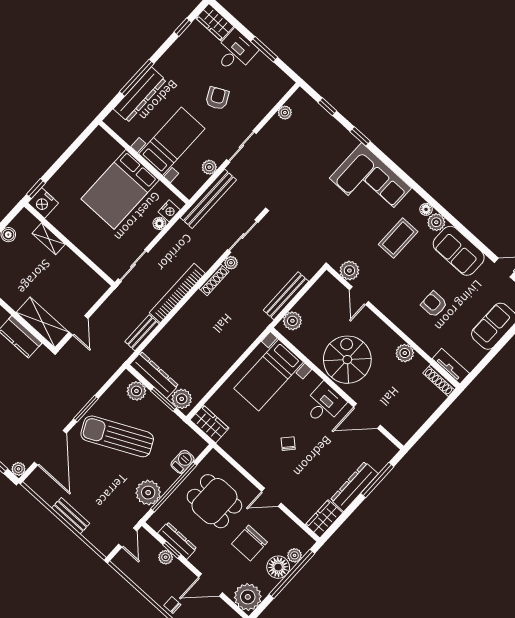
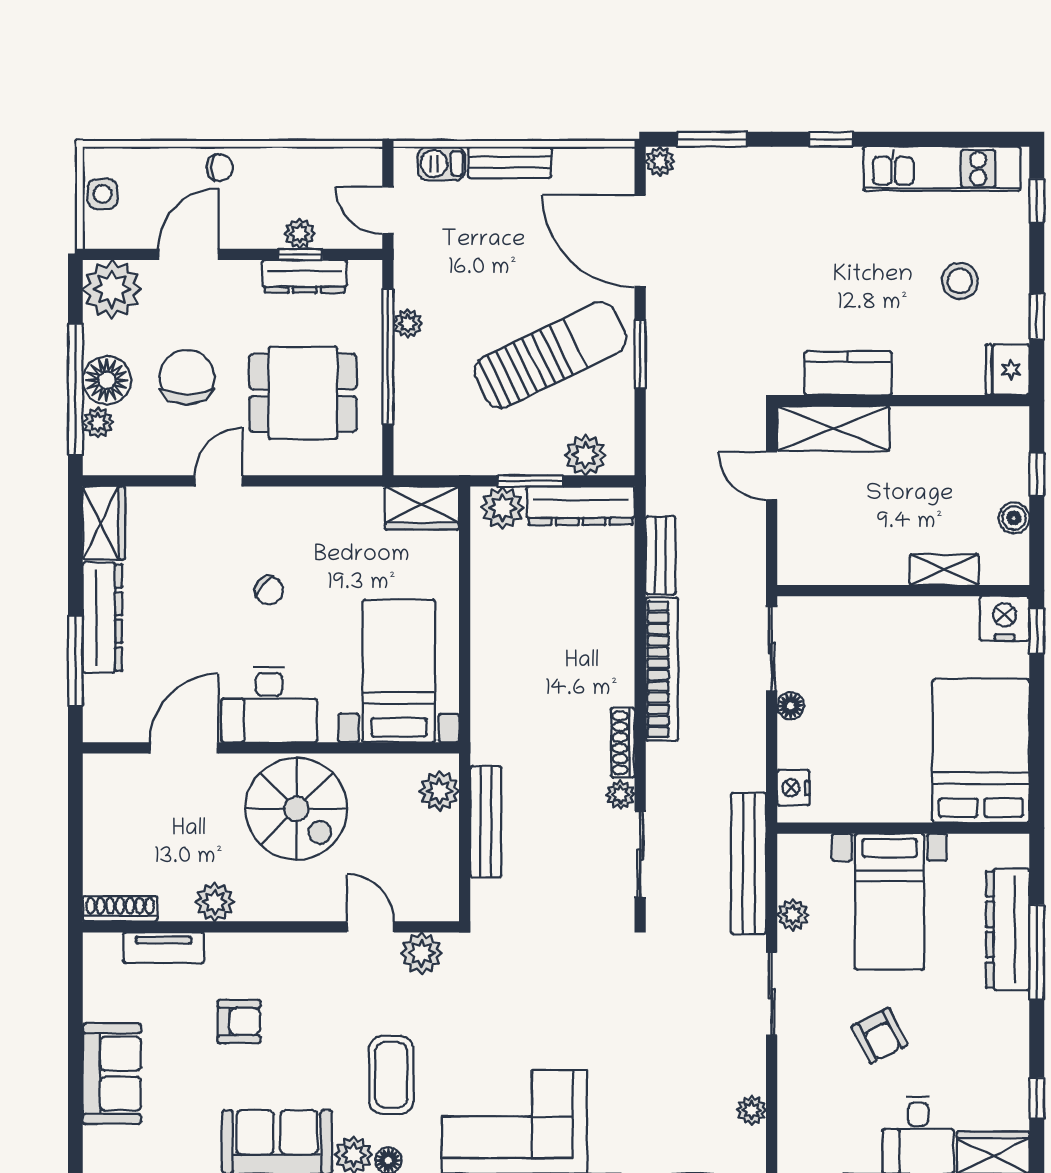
bed: (120, 189) -> (981, 751), moved
floor lamp: (159, 223) -> (791, 706), moved
tv unit: (451, 366) -> (164, 948), moved
desk: (324, 404) -> (269, 705), width x1.37
barbecue: (183, 462) -> (442, 163), moved, turned 90
plant: (148, 493) -> (408, 323), width x0.53, depth x0.53

